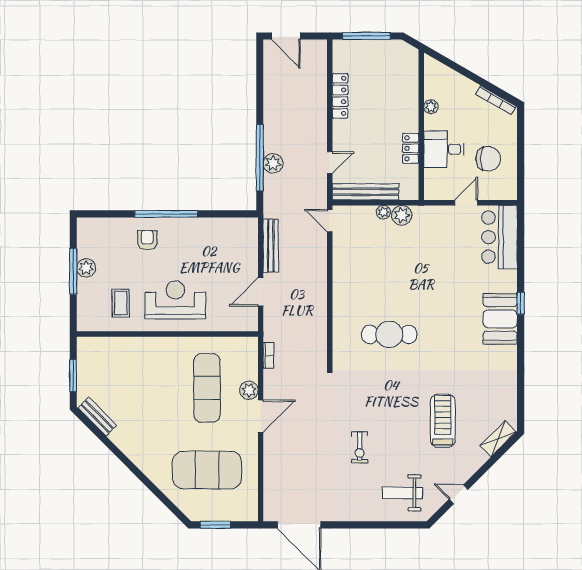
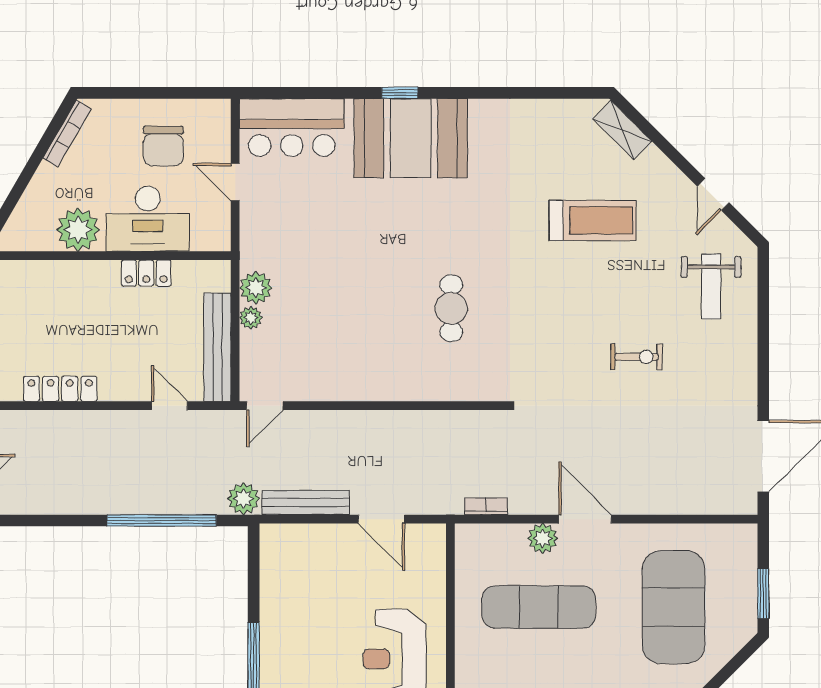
plant: (431, 107) -> (78, 230), width x1.88, depth x1.88
desk: (444, 149) -> (148, 219), width x1.37
chair: (488, 159) -> (163, 146), turned 180
plant: (273, 163) -> (243, 499), moved
booth: (500, 319) -> (411, 138), width x1.36, depth x1.42
cafe table: (389, 334) -> (451, 308), width x0.73, depth x0.74
treadmill: (443, 421) -> (593, 220), turned 180

